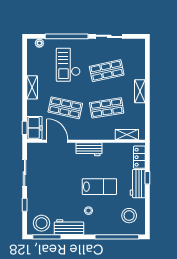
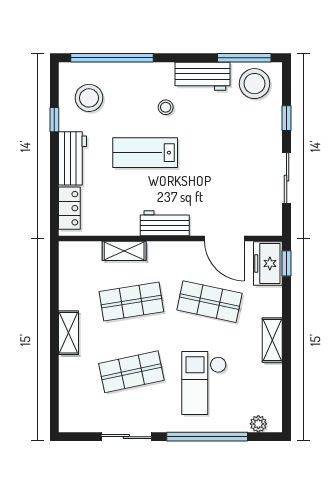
checkout: (68, 65) -> (204, 383), turned 180
shelving: (127, 135) -> (124, 251), moved
window: (147, 178) -> (54, 120), moved

